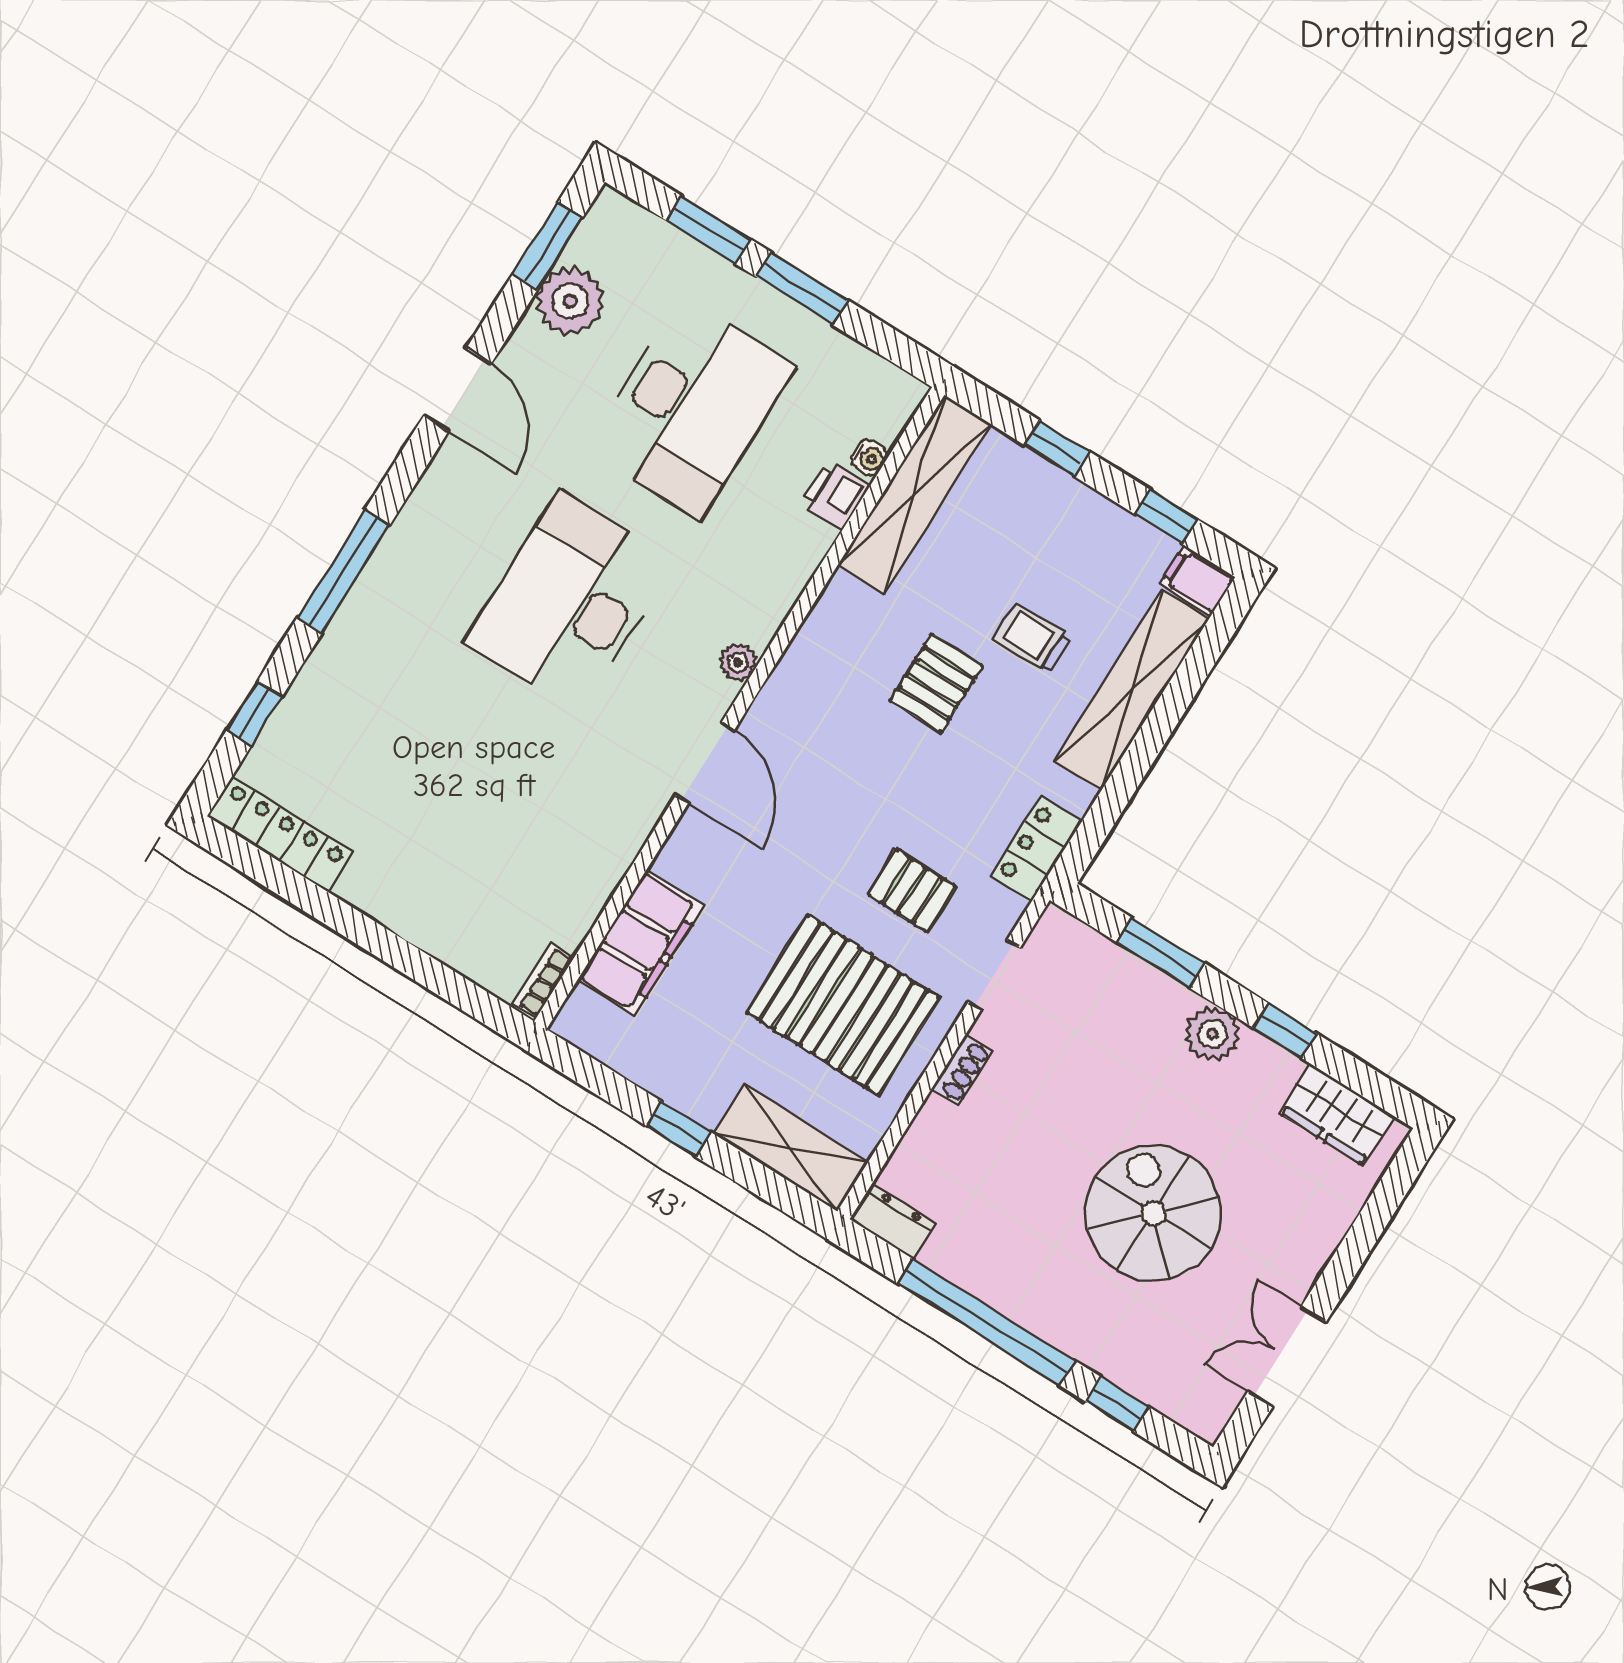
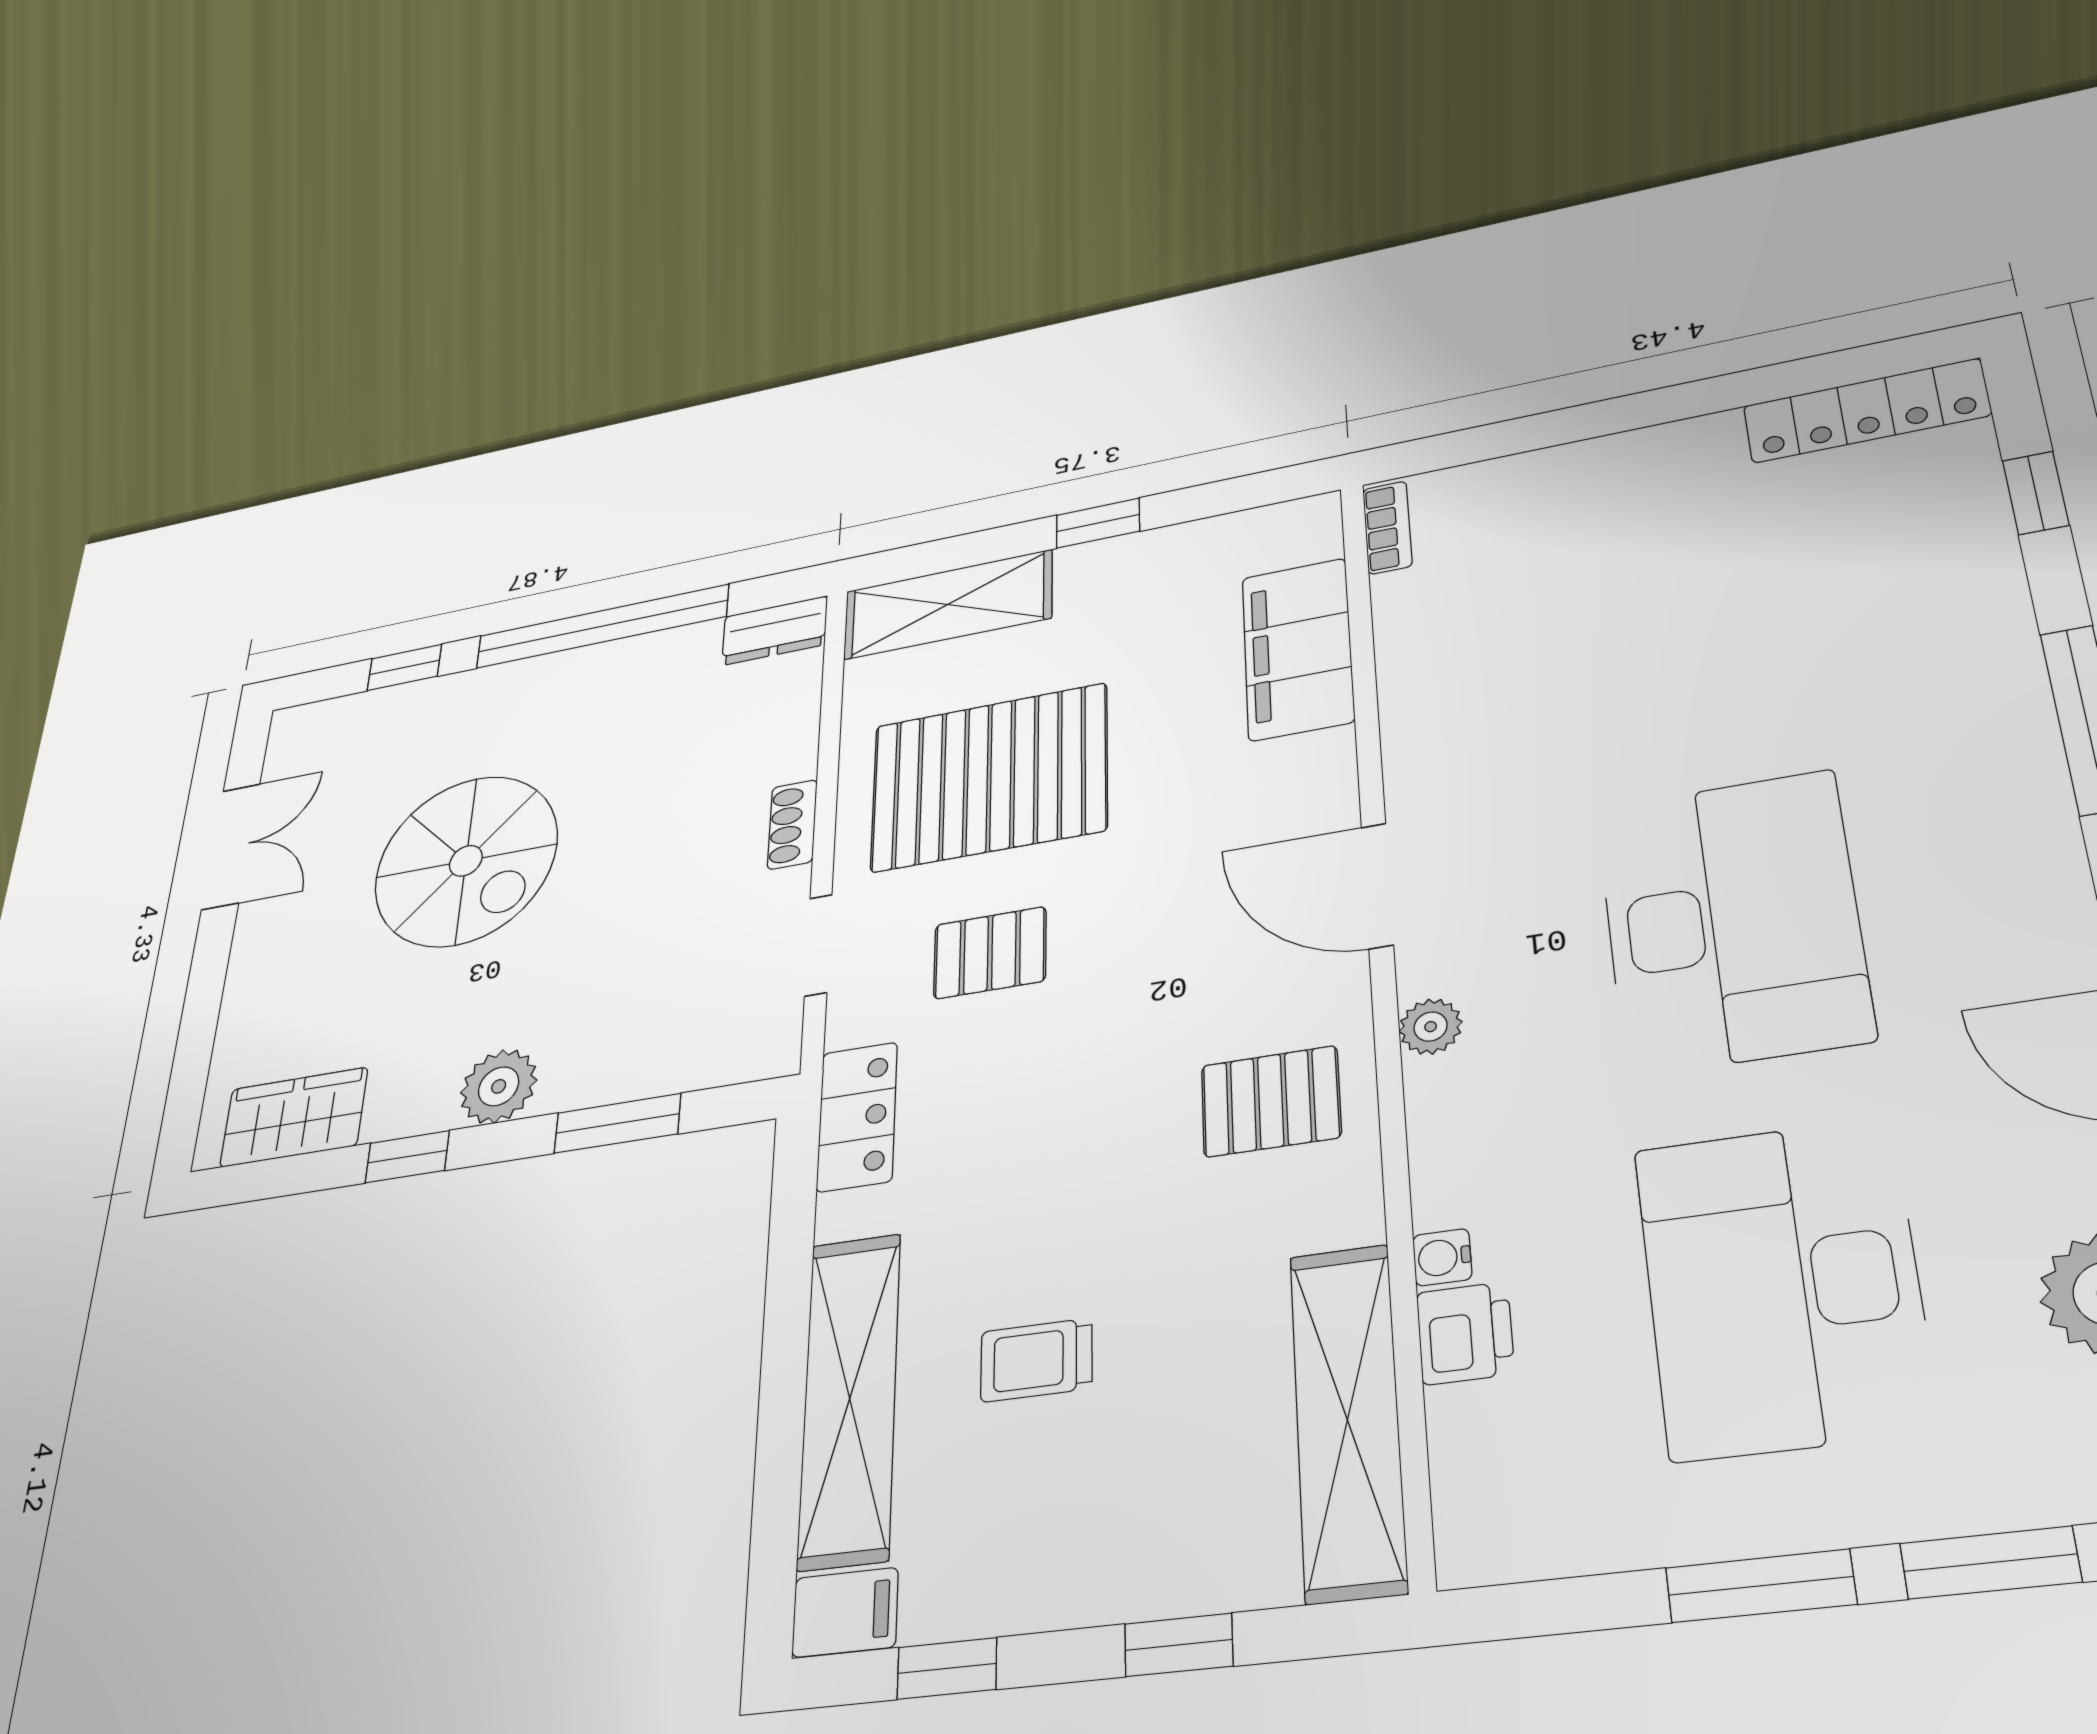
water cooler: (869, 458) -> (1442, 1257), moved
trolley: (1032, 638) -> (1036, 1360), turned 180
pallet: (936, 683) -> (1271, 1101), moved, turned 90

